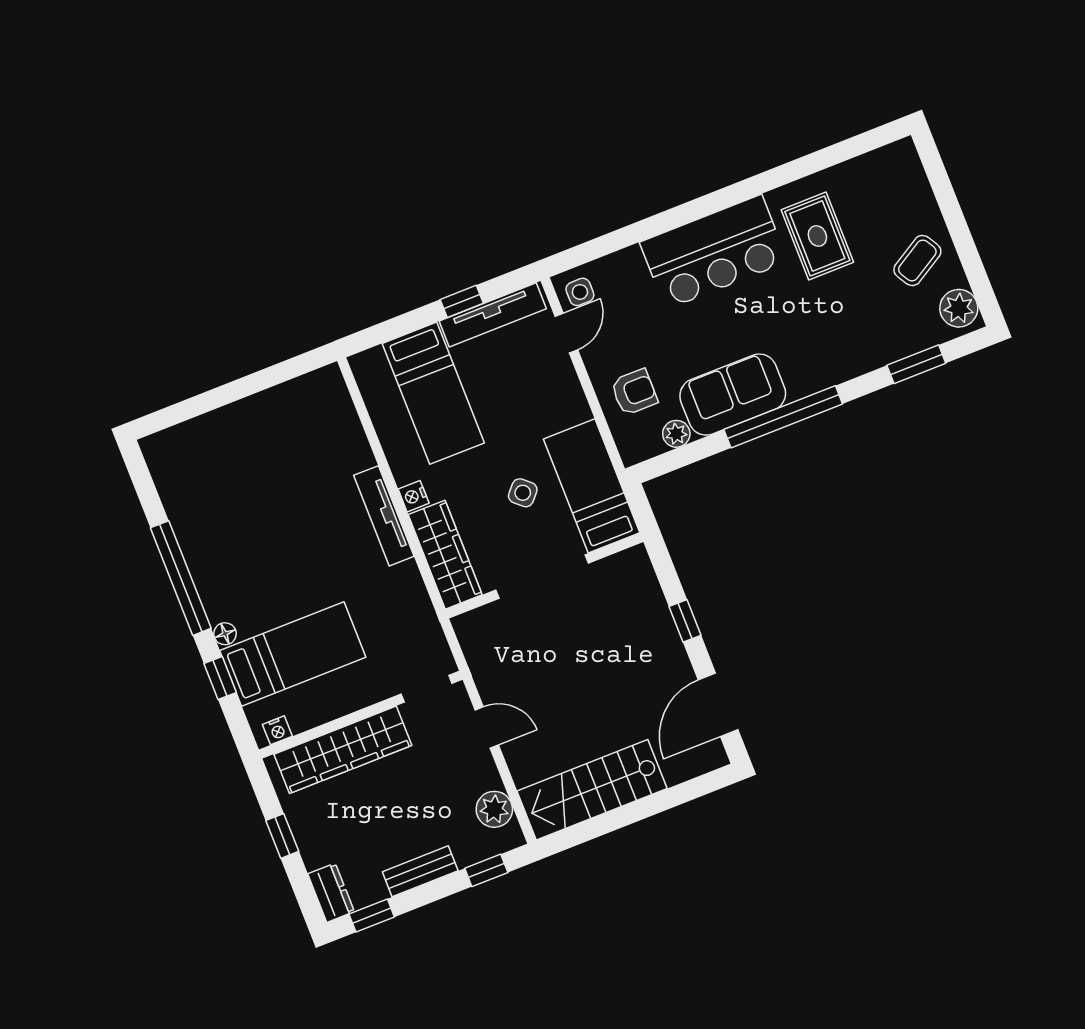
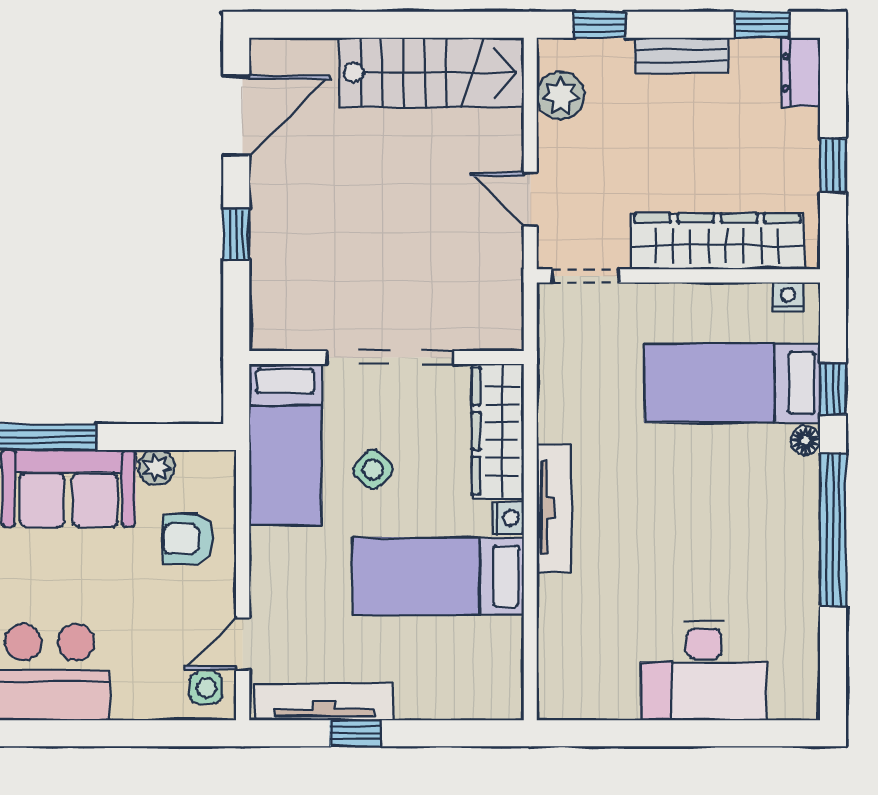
bed: (433, 393) -> (438, 576), moved, turned -90
desk: (233, 443) -> (704, 671), added

